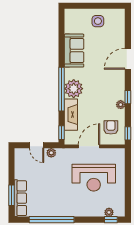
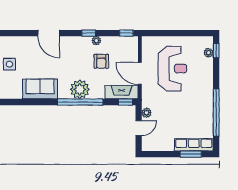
fireplace: (71, 115) -> (122, 92), moved
armchair: (111, 127) -> (101, 61), moved, turned -90

